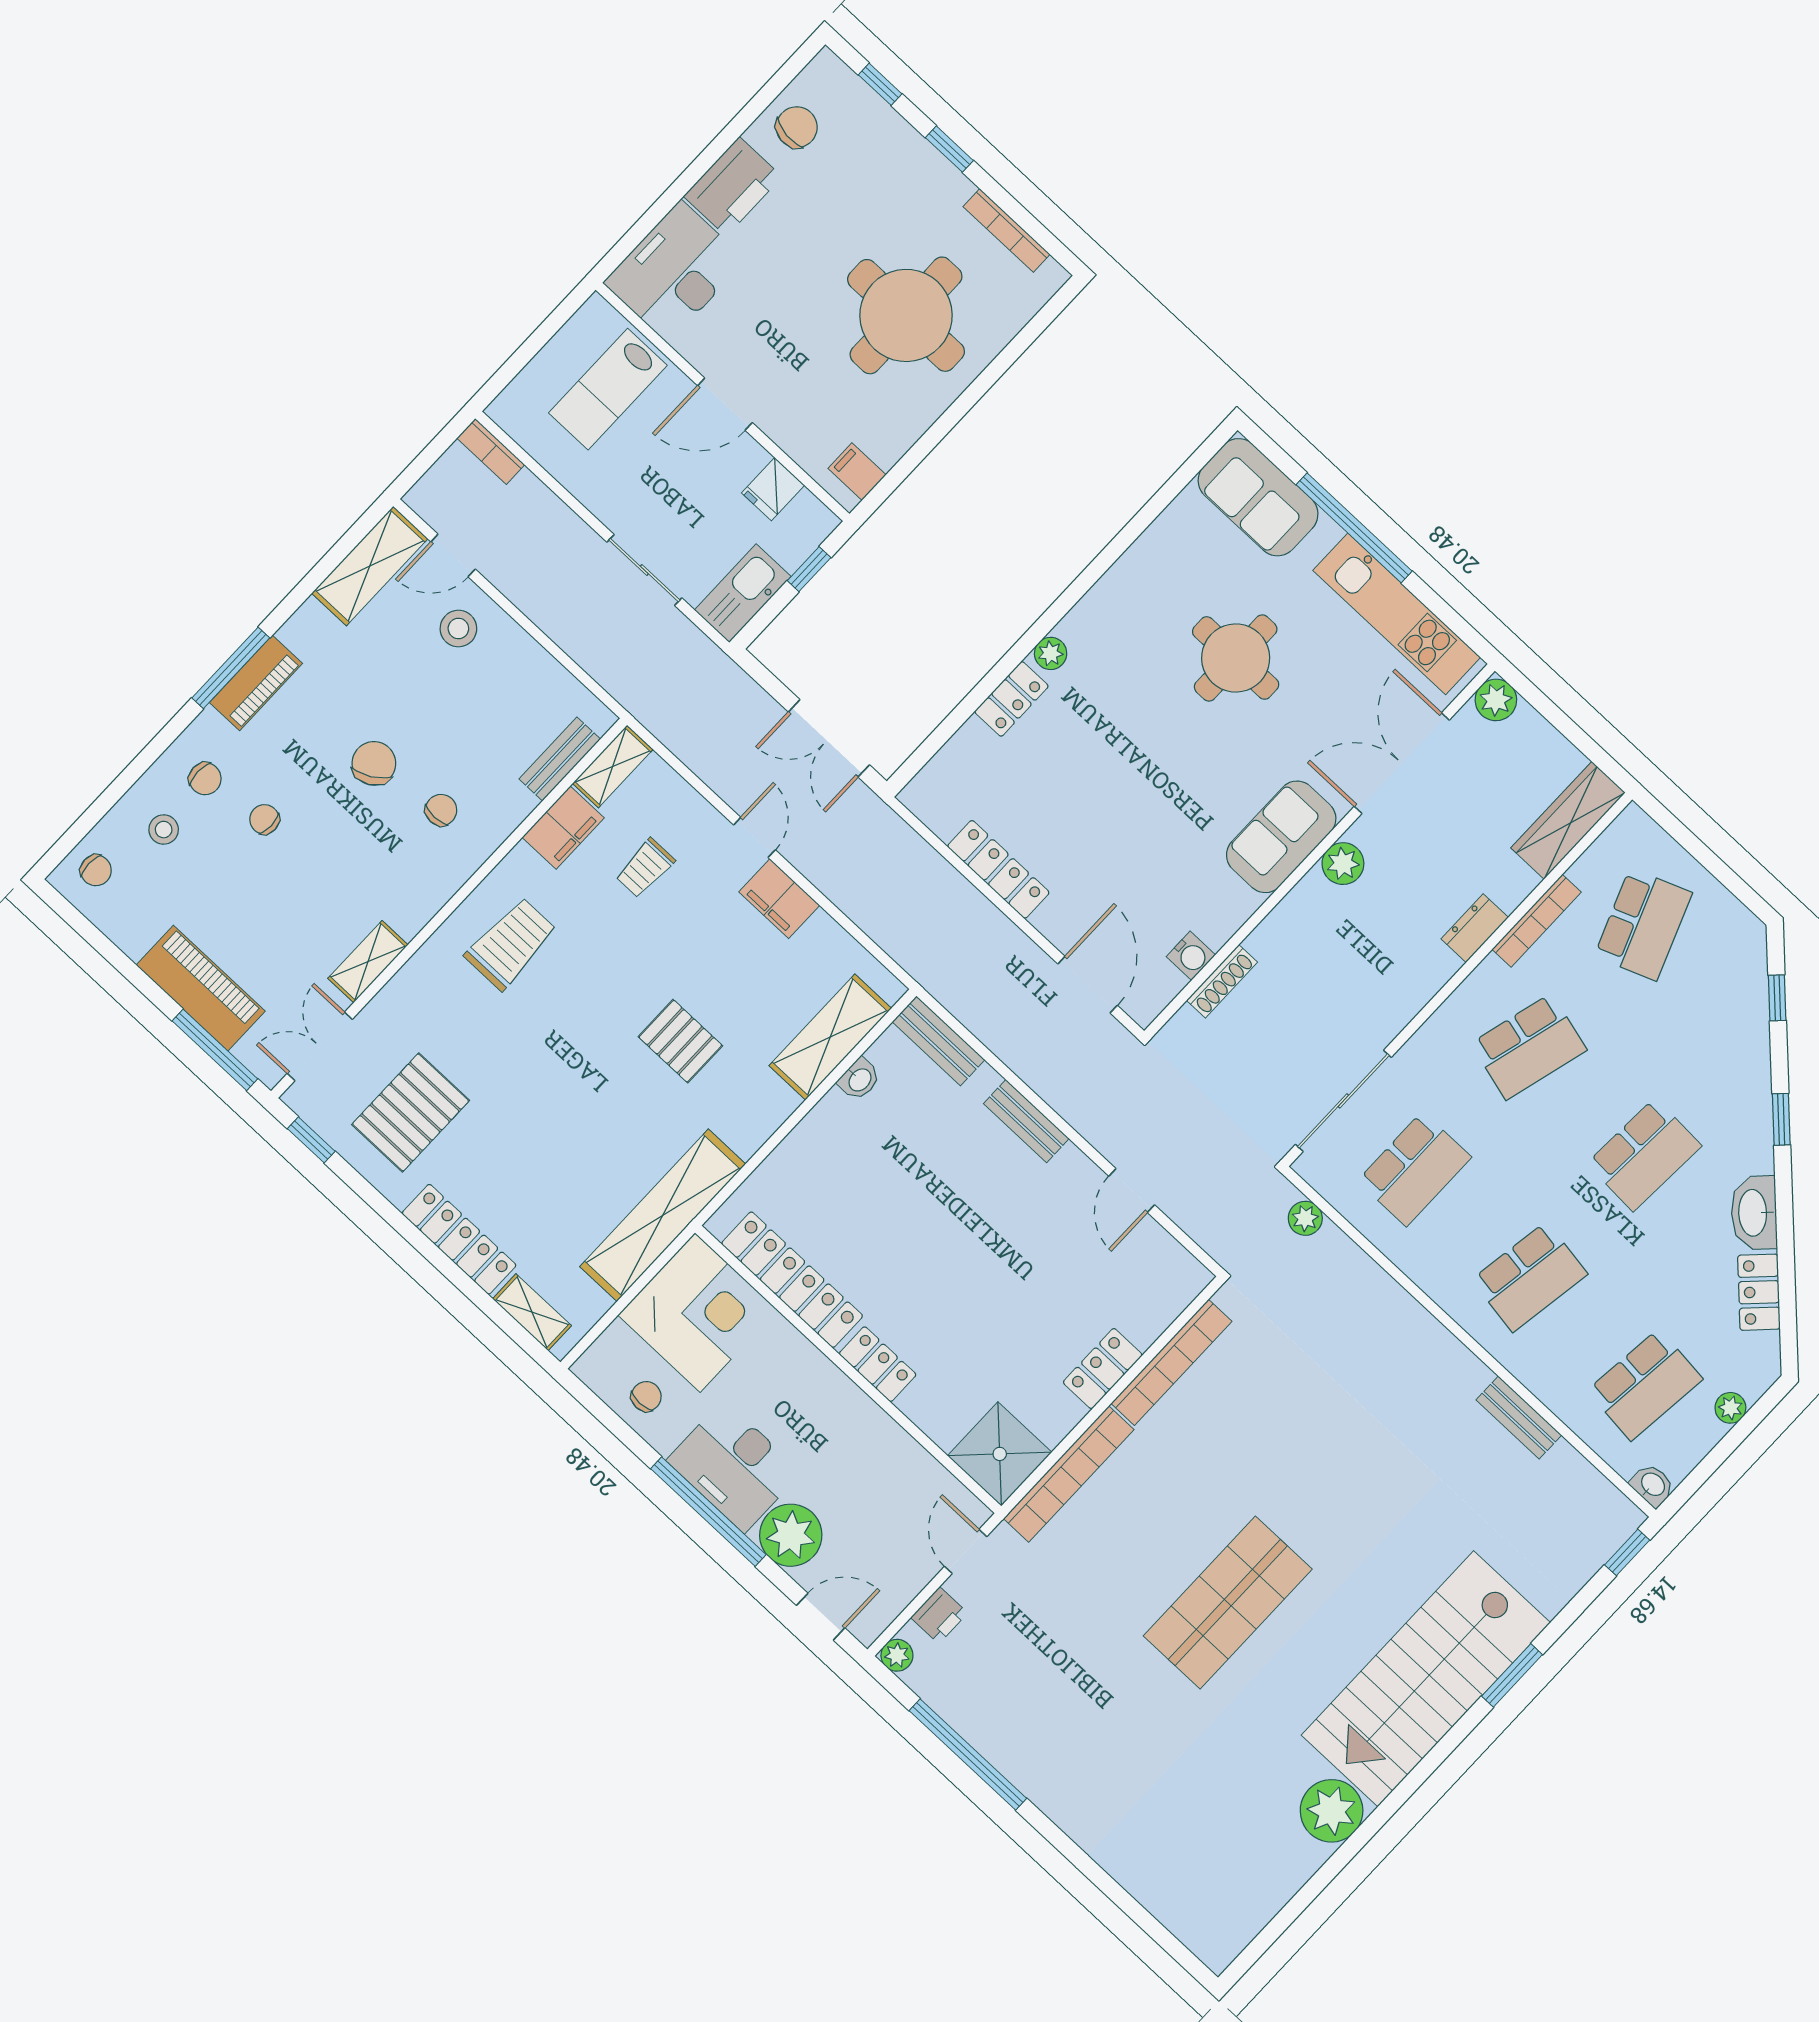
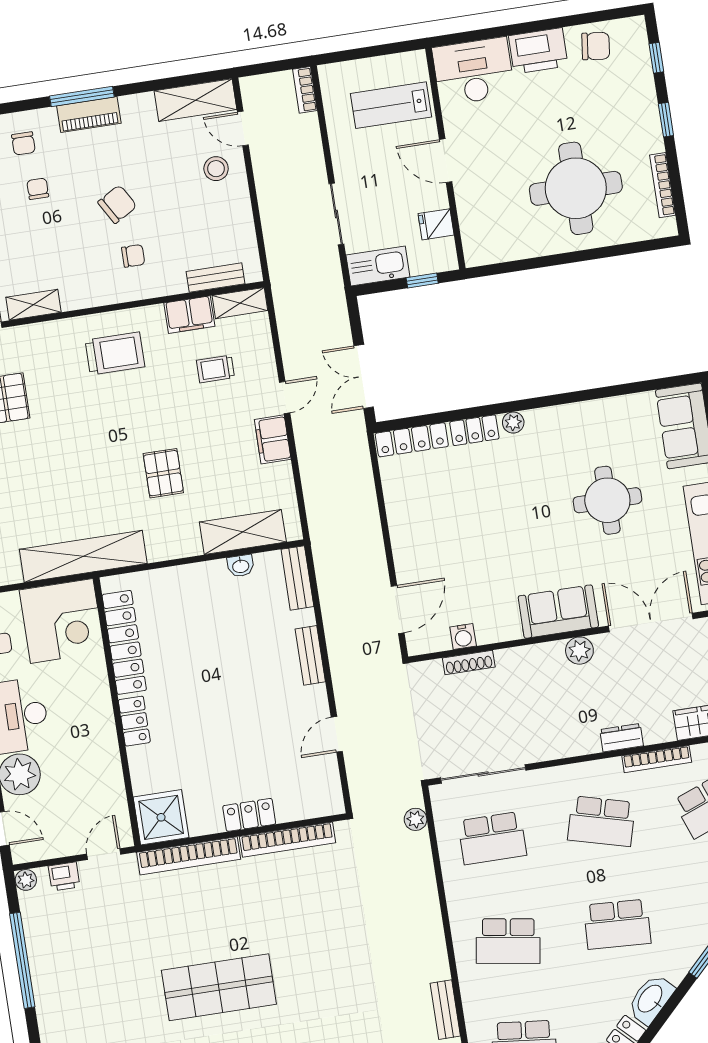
filing cabinet: (857, 472) -> (487, 249), removed
locker: (998, 869) -> (412, 440), moved, turned 90

